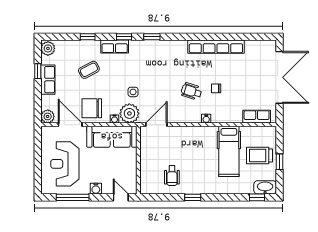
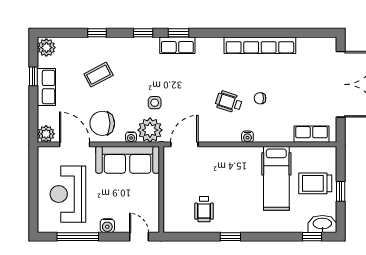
row of seats: (115, 47) -> (177, 45), moved

